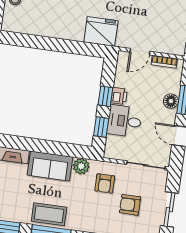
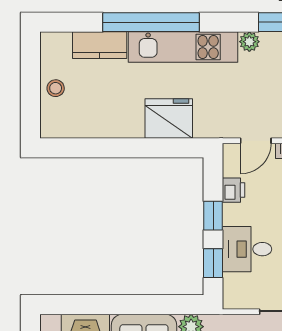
fridge: (101, 31) -> (169, 118), moved
printer: (119, 96) -> (234, 190), moved

